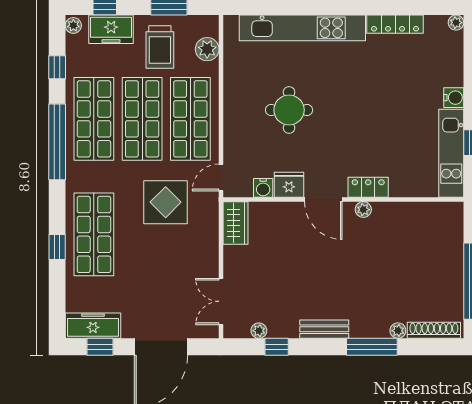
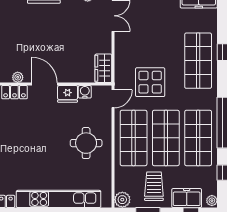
plant: (207, 49) -> (122, 200), moved
round table: (289, 110) -> (86, 143), moved

